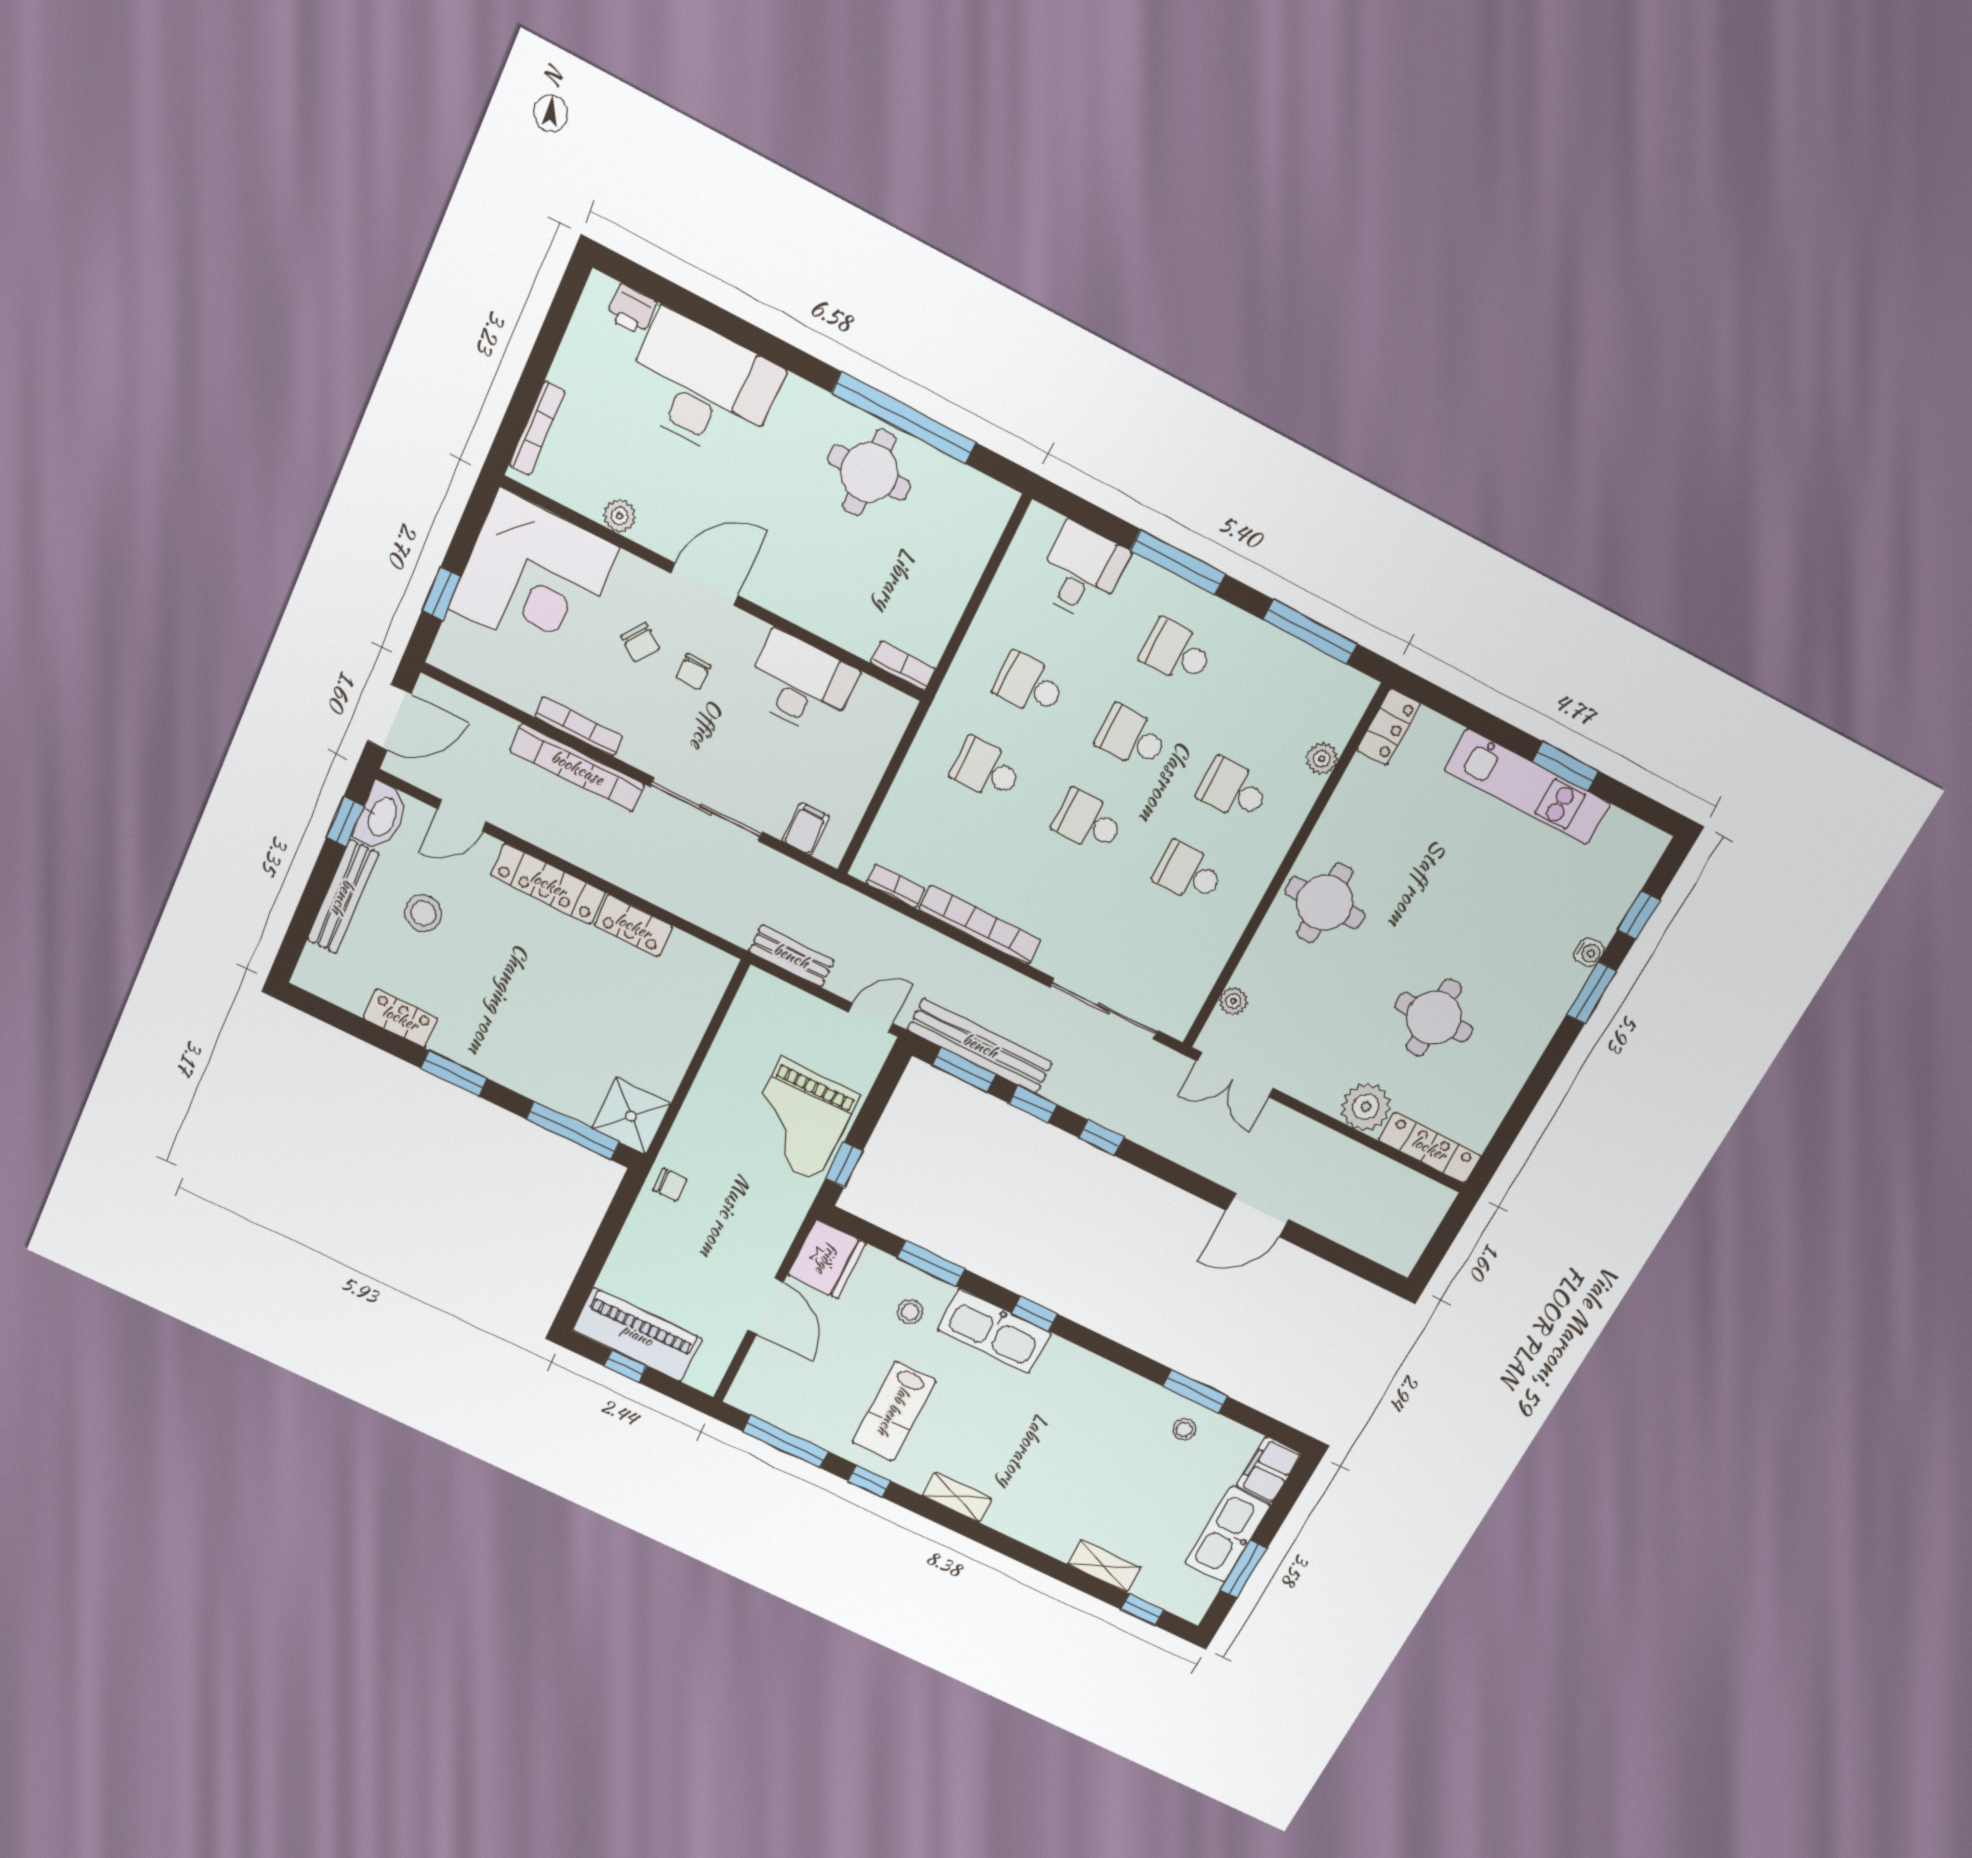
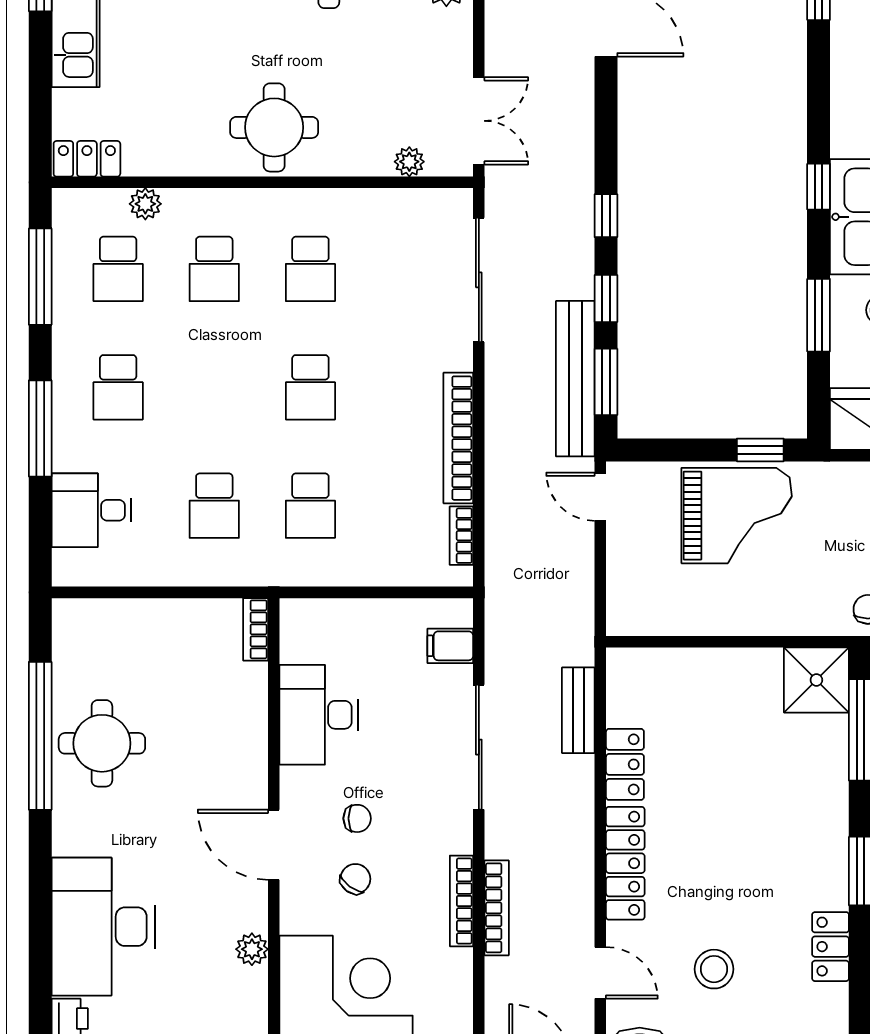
school desk: (1132, 738) -> (118, 269), moved
bookcase: (577, 768) -> (497, 908), width x0.68, depth x0.76
bench: (791, 956) -> (578, 710), moved

